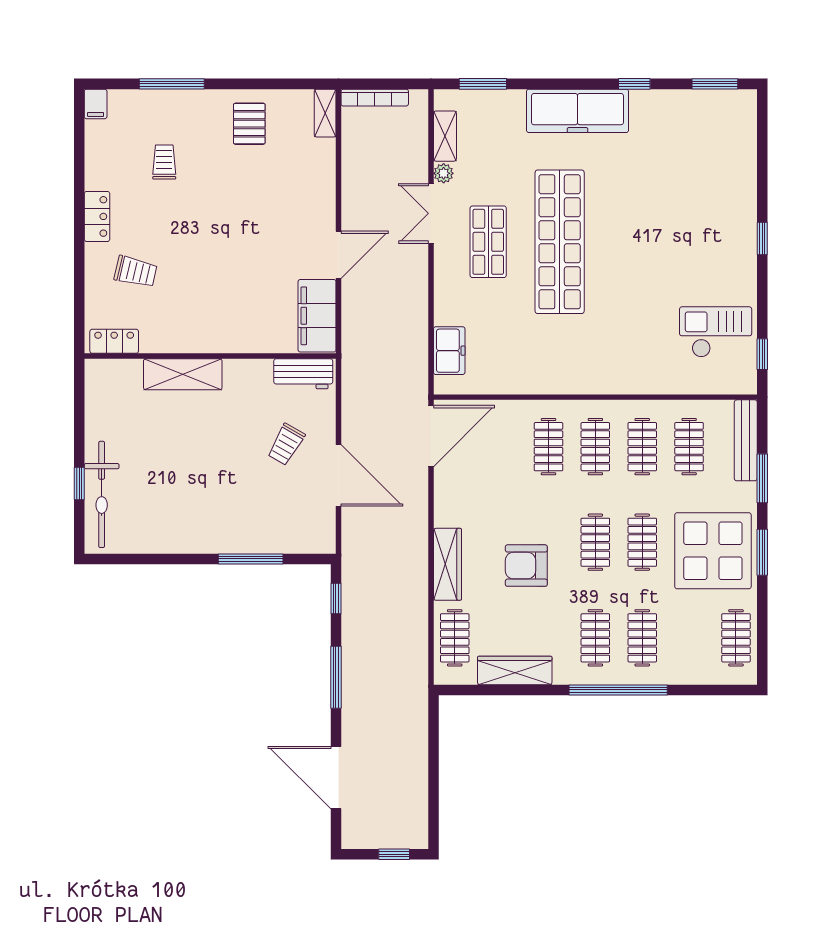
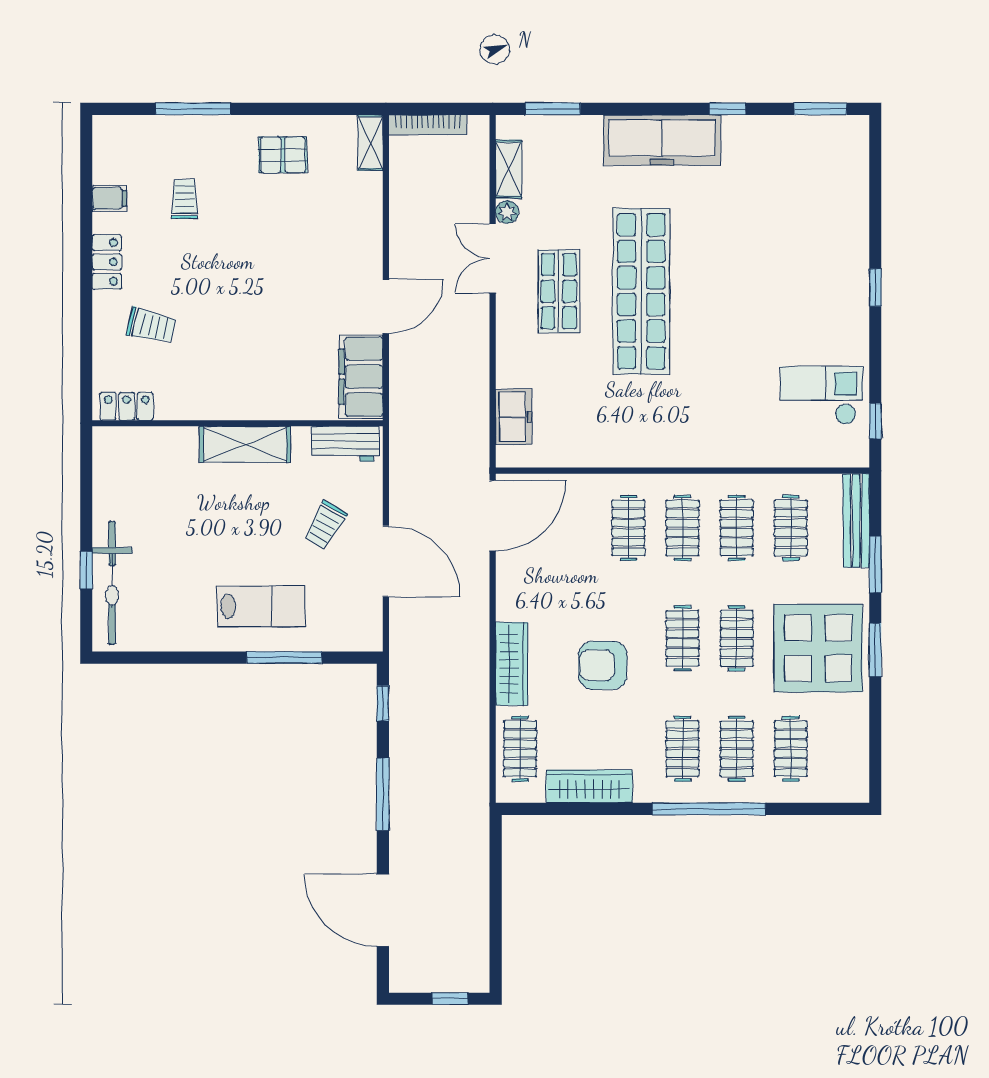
filing cabinet: (96, 104) -> (109, 198), moved, turned -90
pallet: (249, 124) -> (283, 155), turned 90
shelving: (183, 374) -> (245, 444), moved
lab bench: (231, 515) -> (261, 606), added
clothes rail: (736, 638) -> (791, 749), moved

